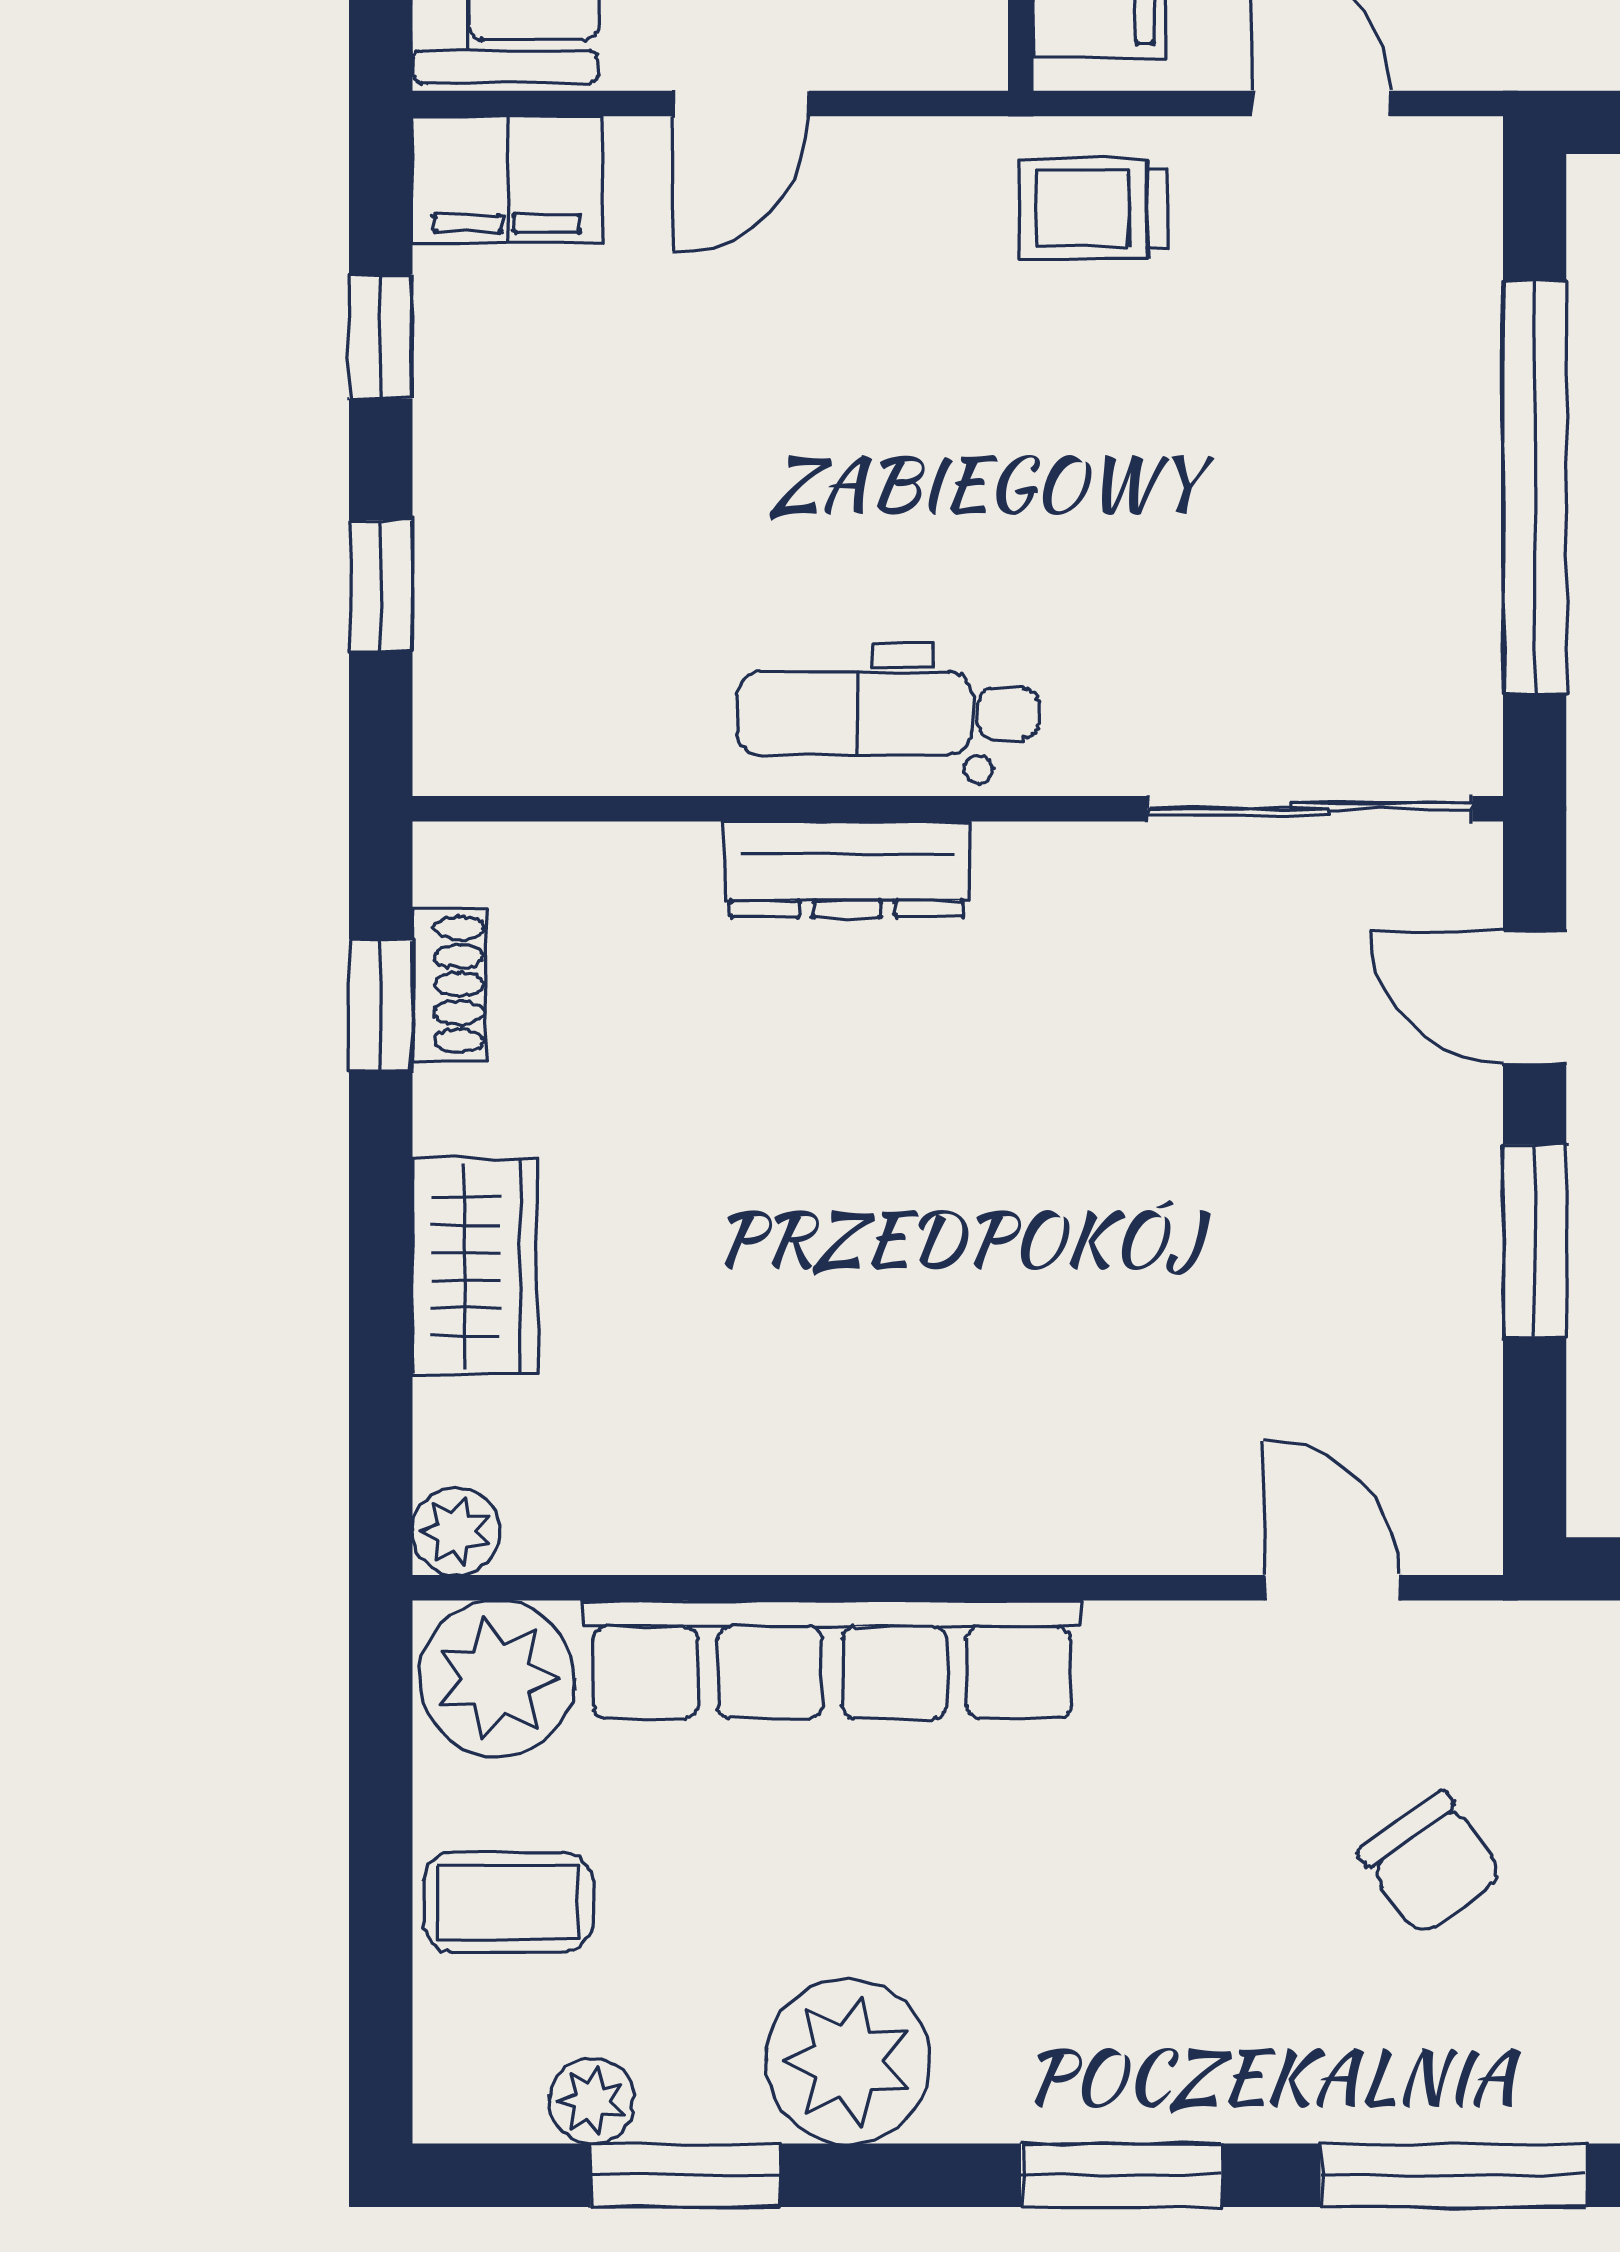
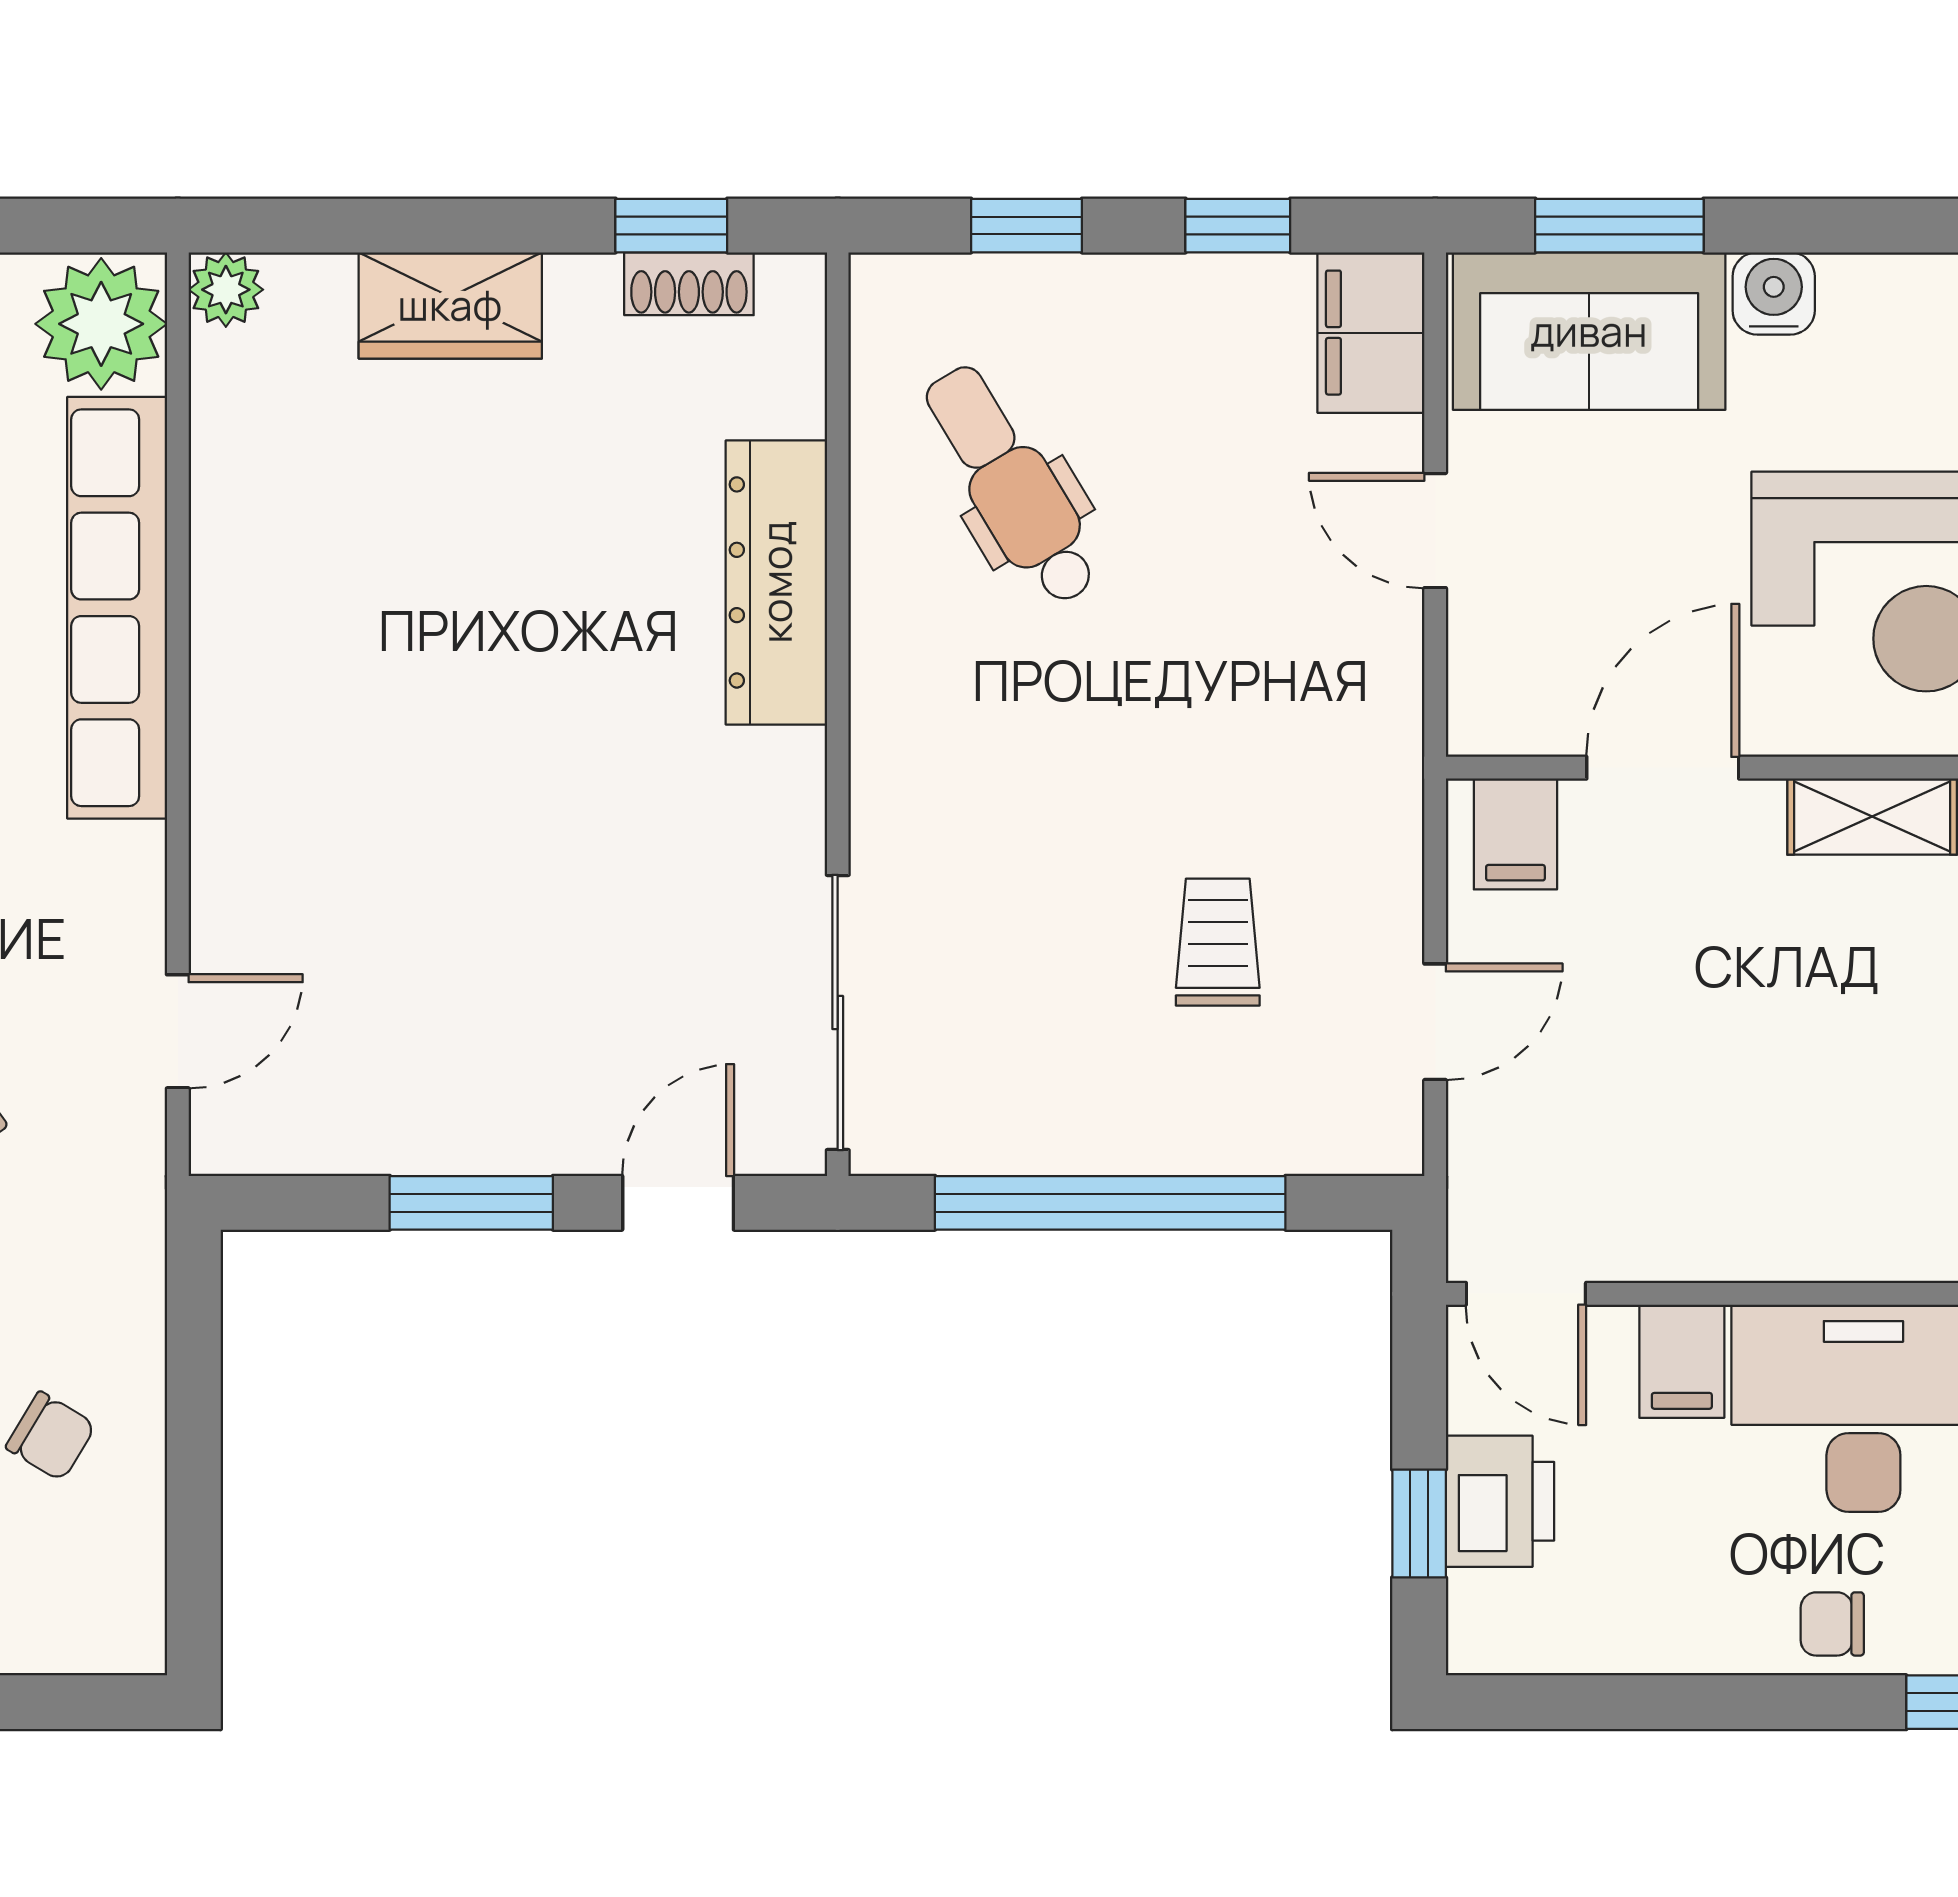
trolley: (1093, 209) -> (1218, 942), moved
dental chair: (888, 713) -> (1011, 485), moved, turned -31
dresser: (847, 869) -> (776, 582), width x1.37, depth x1.24

